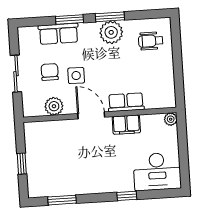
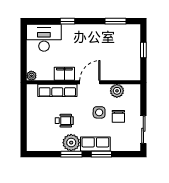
row of seats: (58, 34) -> (95, 144), moved
wheelchair: (151, 41) -> (64, 121), moved
sliding door: (16, 74) -> (143, 130), moved
row of seats: (126, 102) -> (57, 90), width x1.48
door: (91, 115) -> (90, 82), swing flipped

